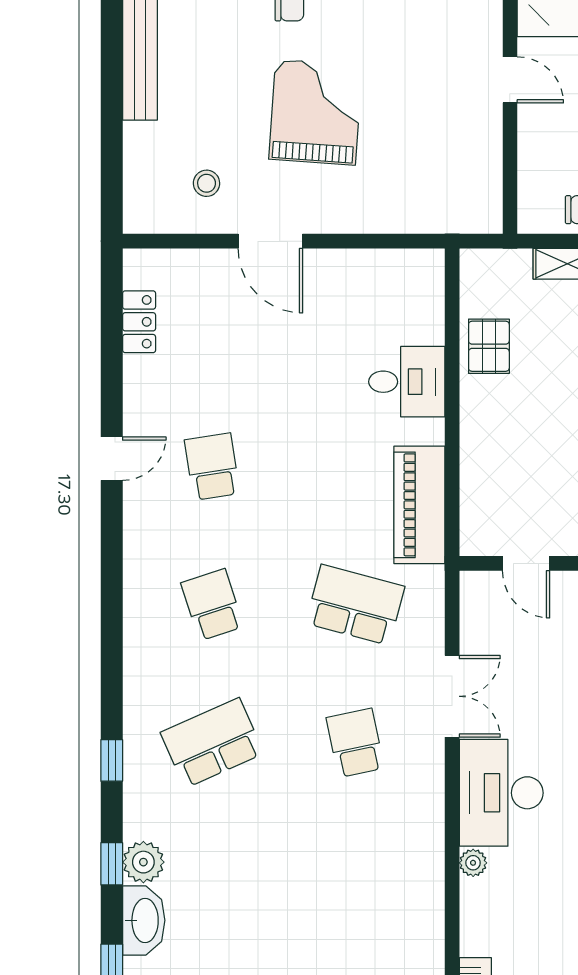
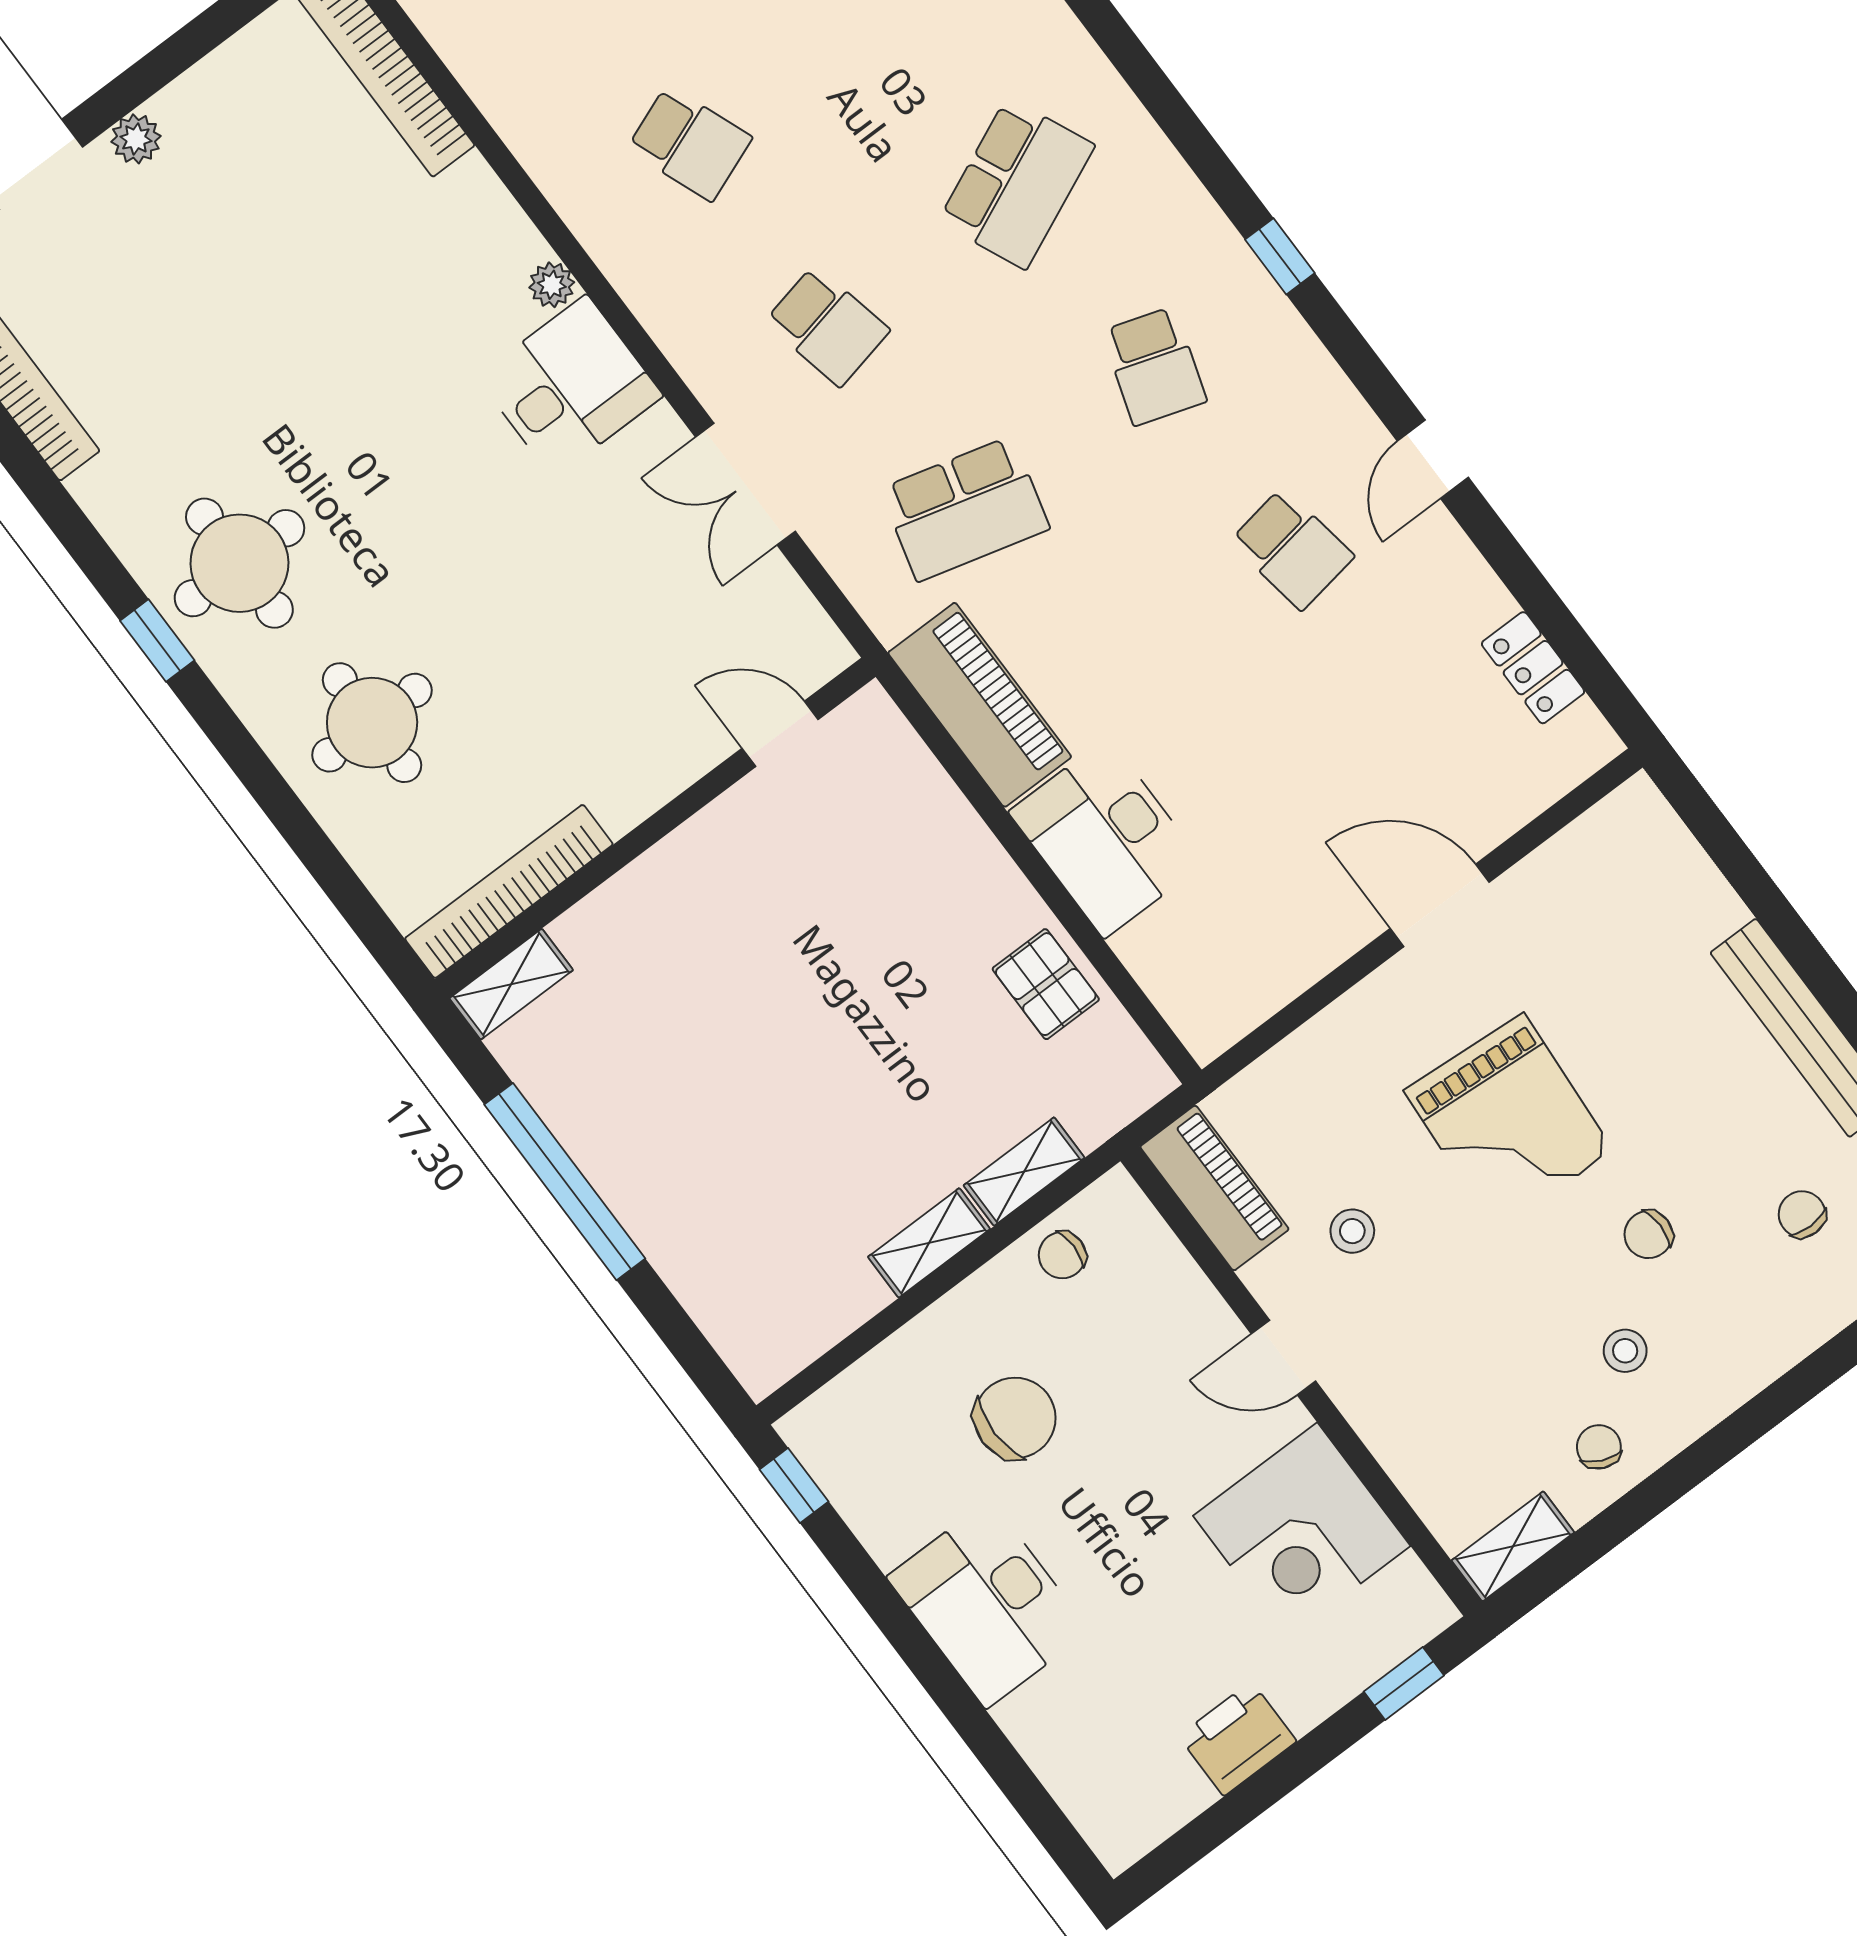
stool: (207, 183) -> (1352, 1231), moved
piano: (482, 187) -> (1214, 1188), added
desk: (407, 382) -> (1106, 838), width x1.37
school desk: (212, 605) -> (1154, 366), turned 36
window: (112, 760) -> (1280, 256), moved
desk: (501, 793) -> (570, 386), width x0.73
school desk: (355, 881) -> (689, 143), added

